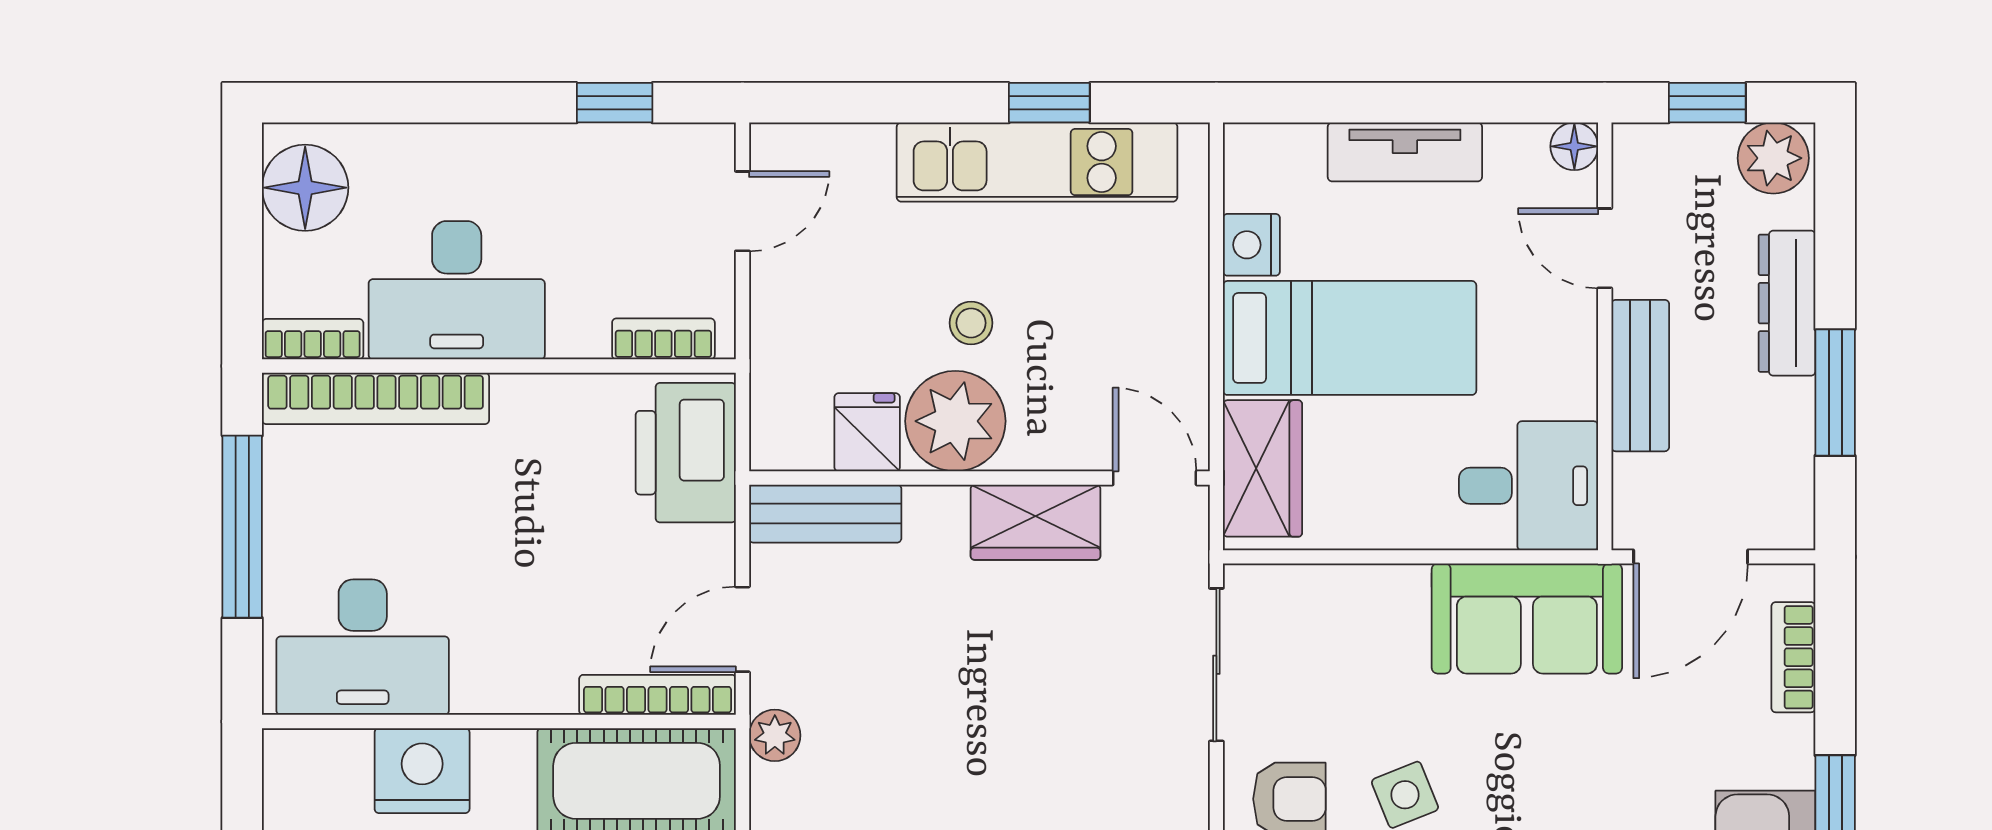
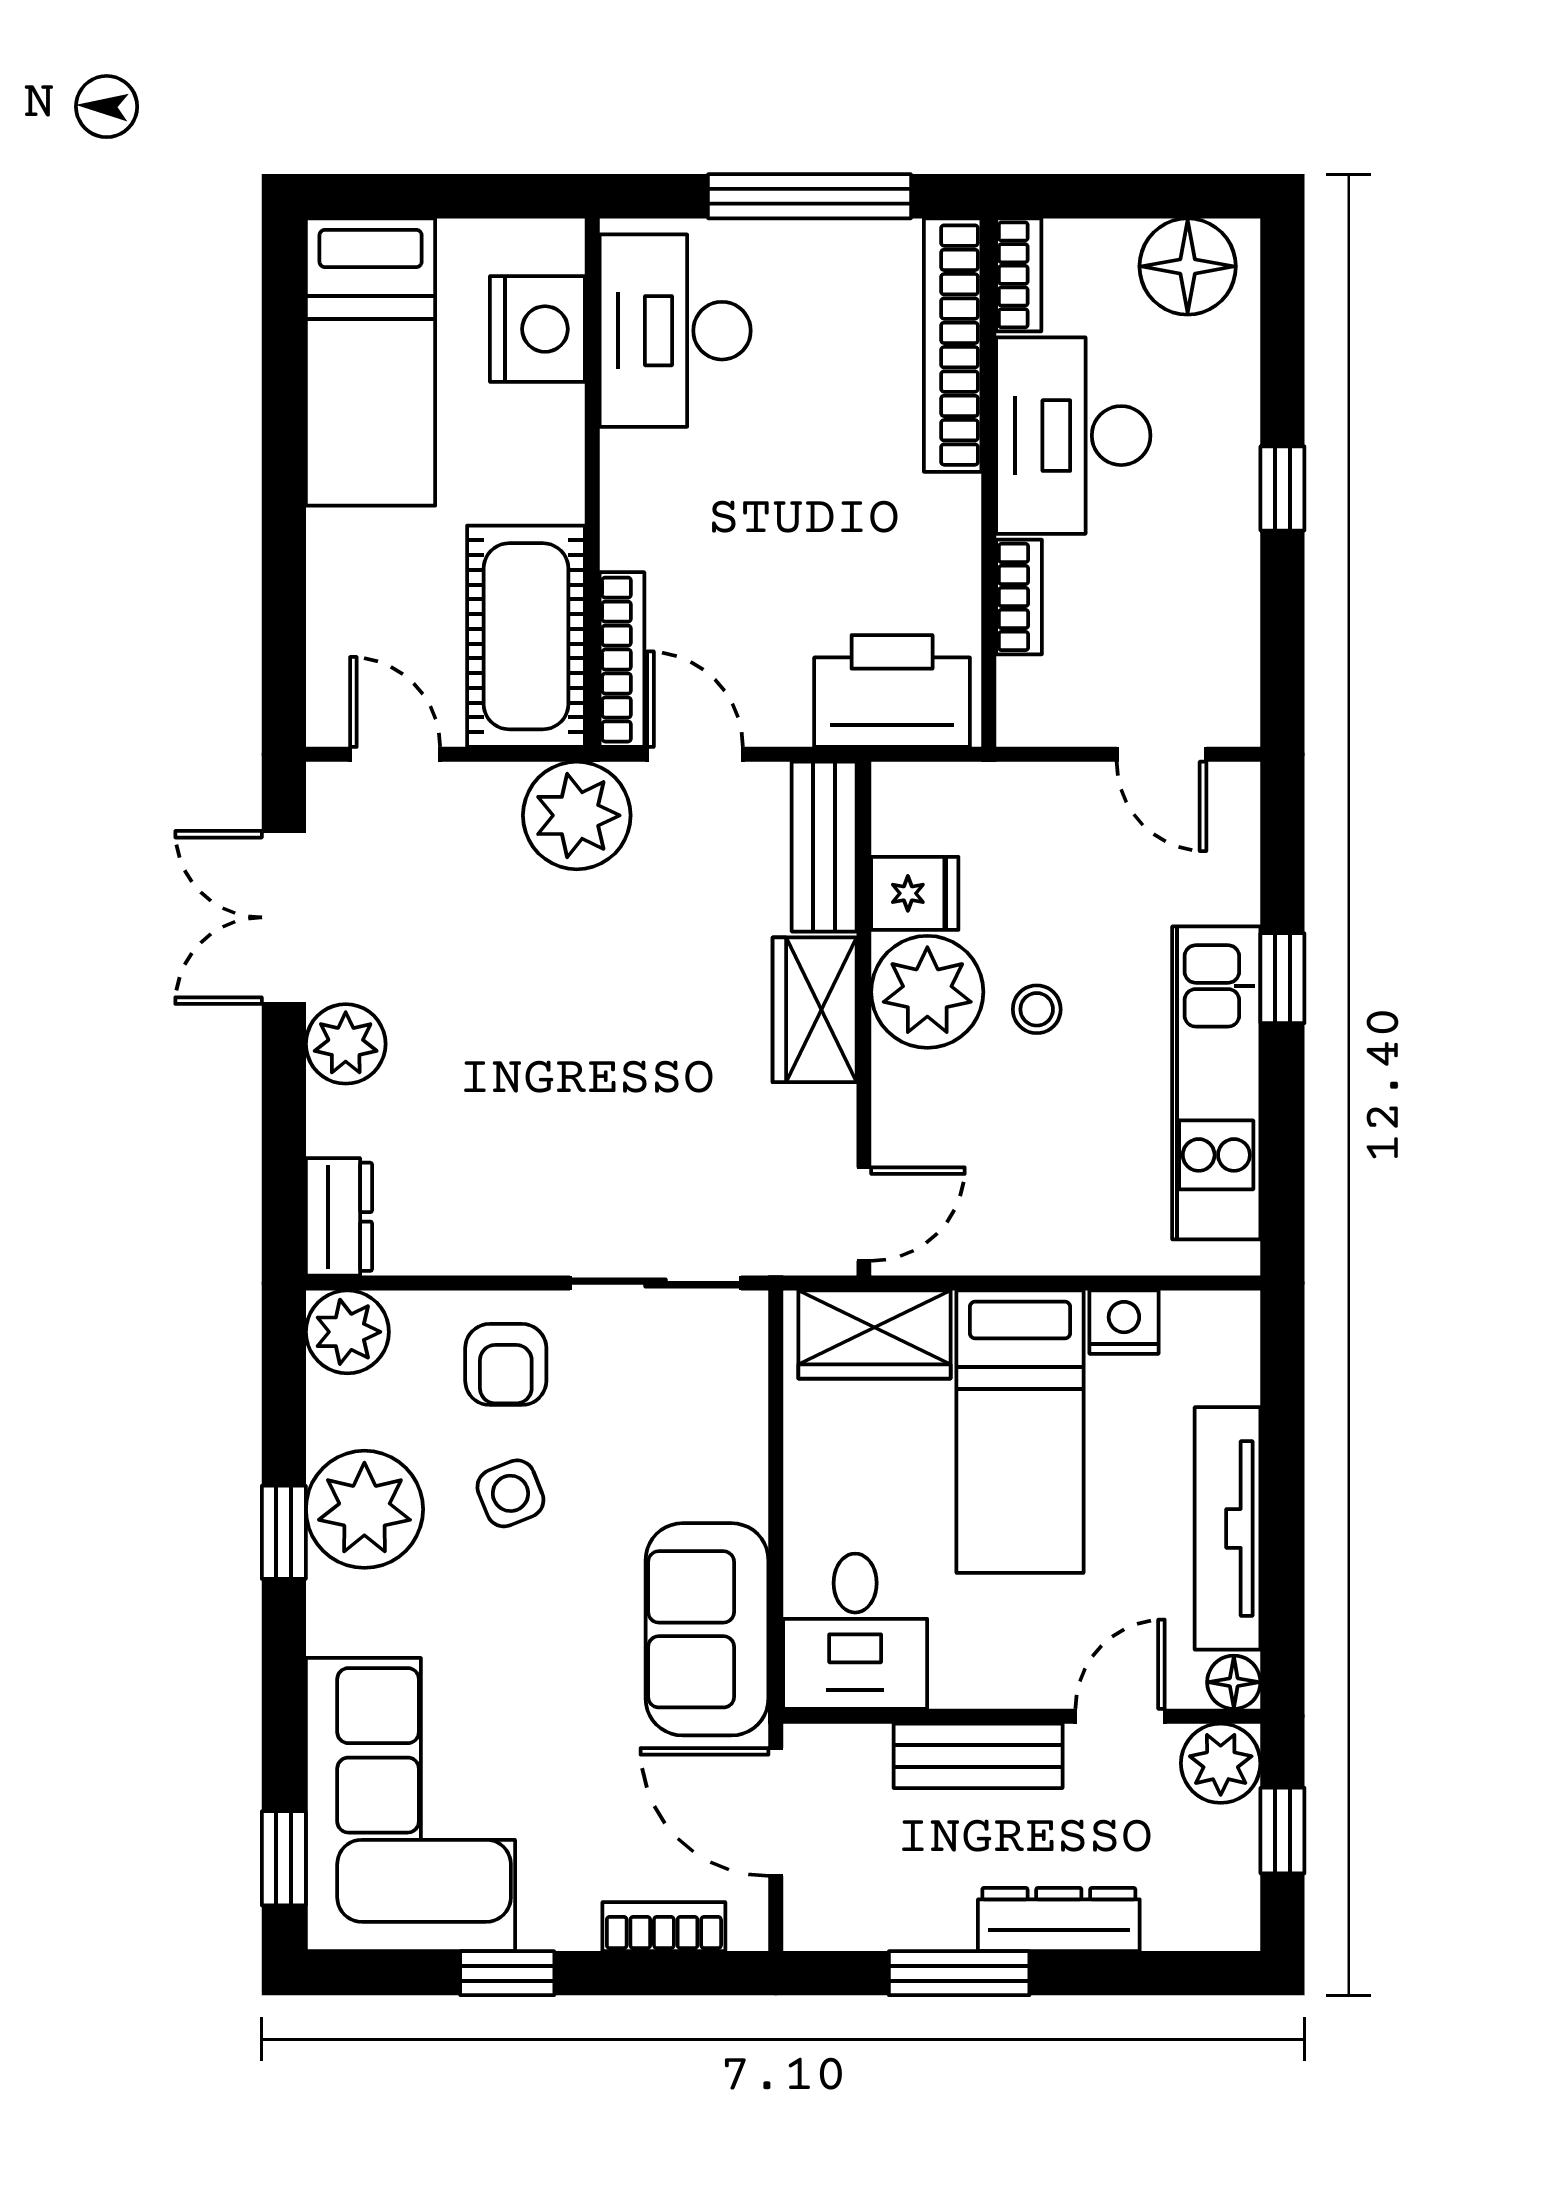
window: (615, 103) -> (1282, 488), moved
window: (1049, 103) -> (1282, 978), moved
tv unit: (1405, 152) -> (1228, 1528), width x1.41
plant: (1773, 158) -> (1221, 1763), moved
bookcase: (663, 339) -> (1019, 597), moved
wardrobe: (1036, 522) -> (815, 1010), moved
plant: (775, 735) -> (577, 815), width x1.87, depth x1.87
nightstand: (422, 771) -> (537, 329), moved

